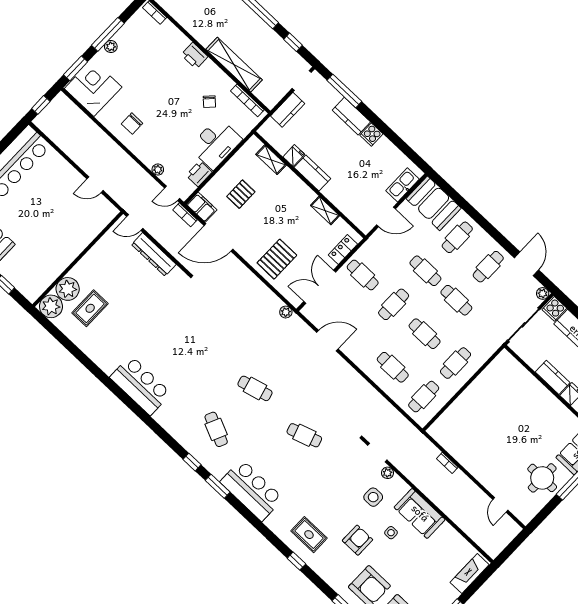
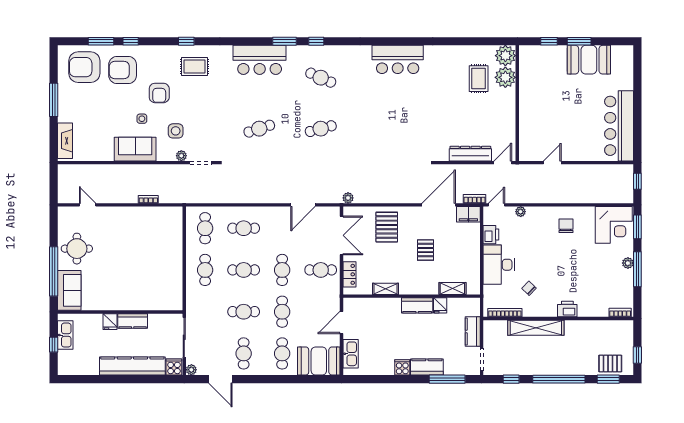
pallet: (241, 194) -> (425, 250), moved
cafe table: (425, 271) -> (282, 312), turned 90

